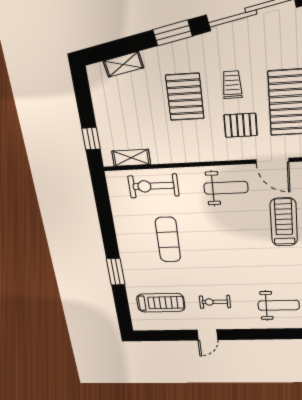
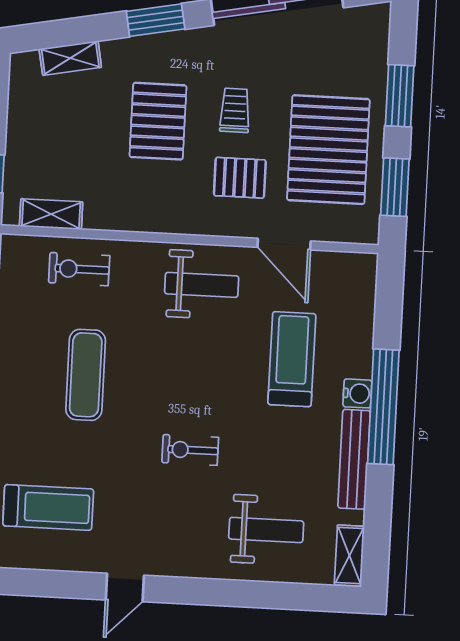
exercise bike: (154, 186) -> (79, 269), width x0.73, depth x0.72
exercise bike: (215, 302) -> (190, 450), moved

